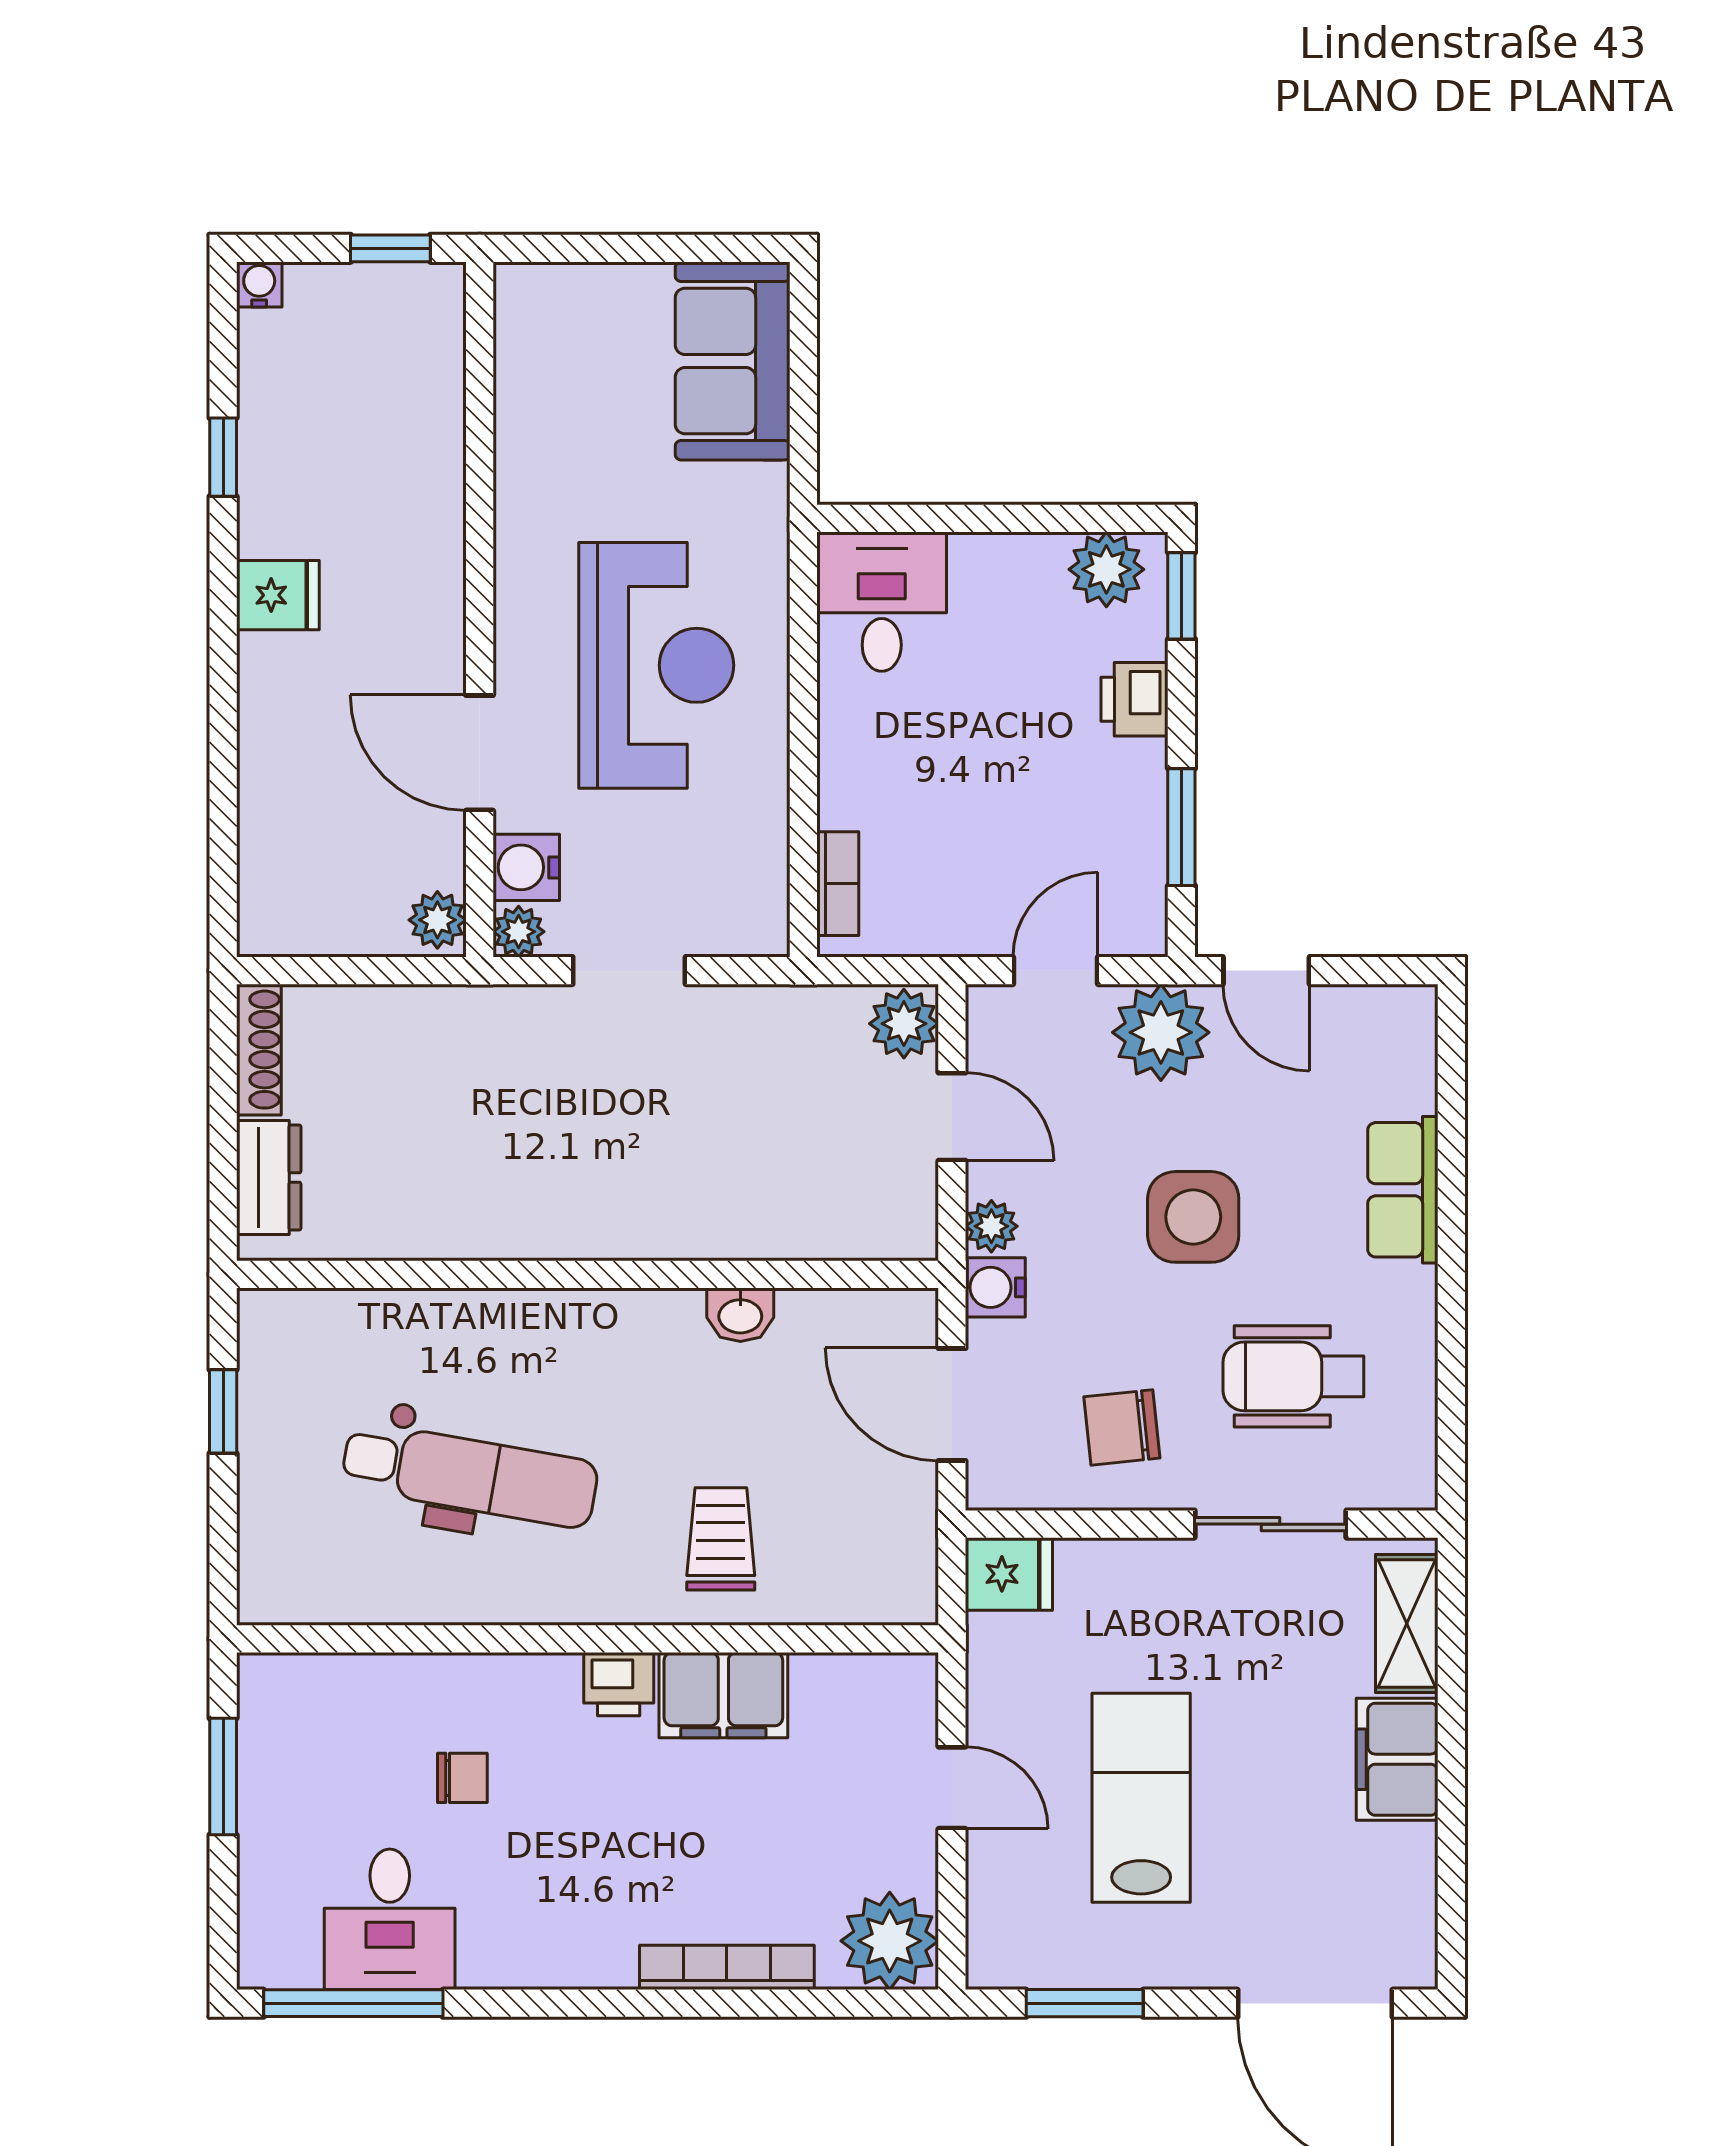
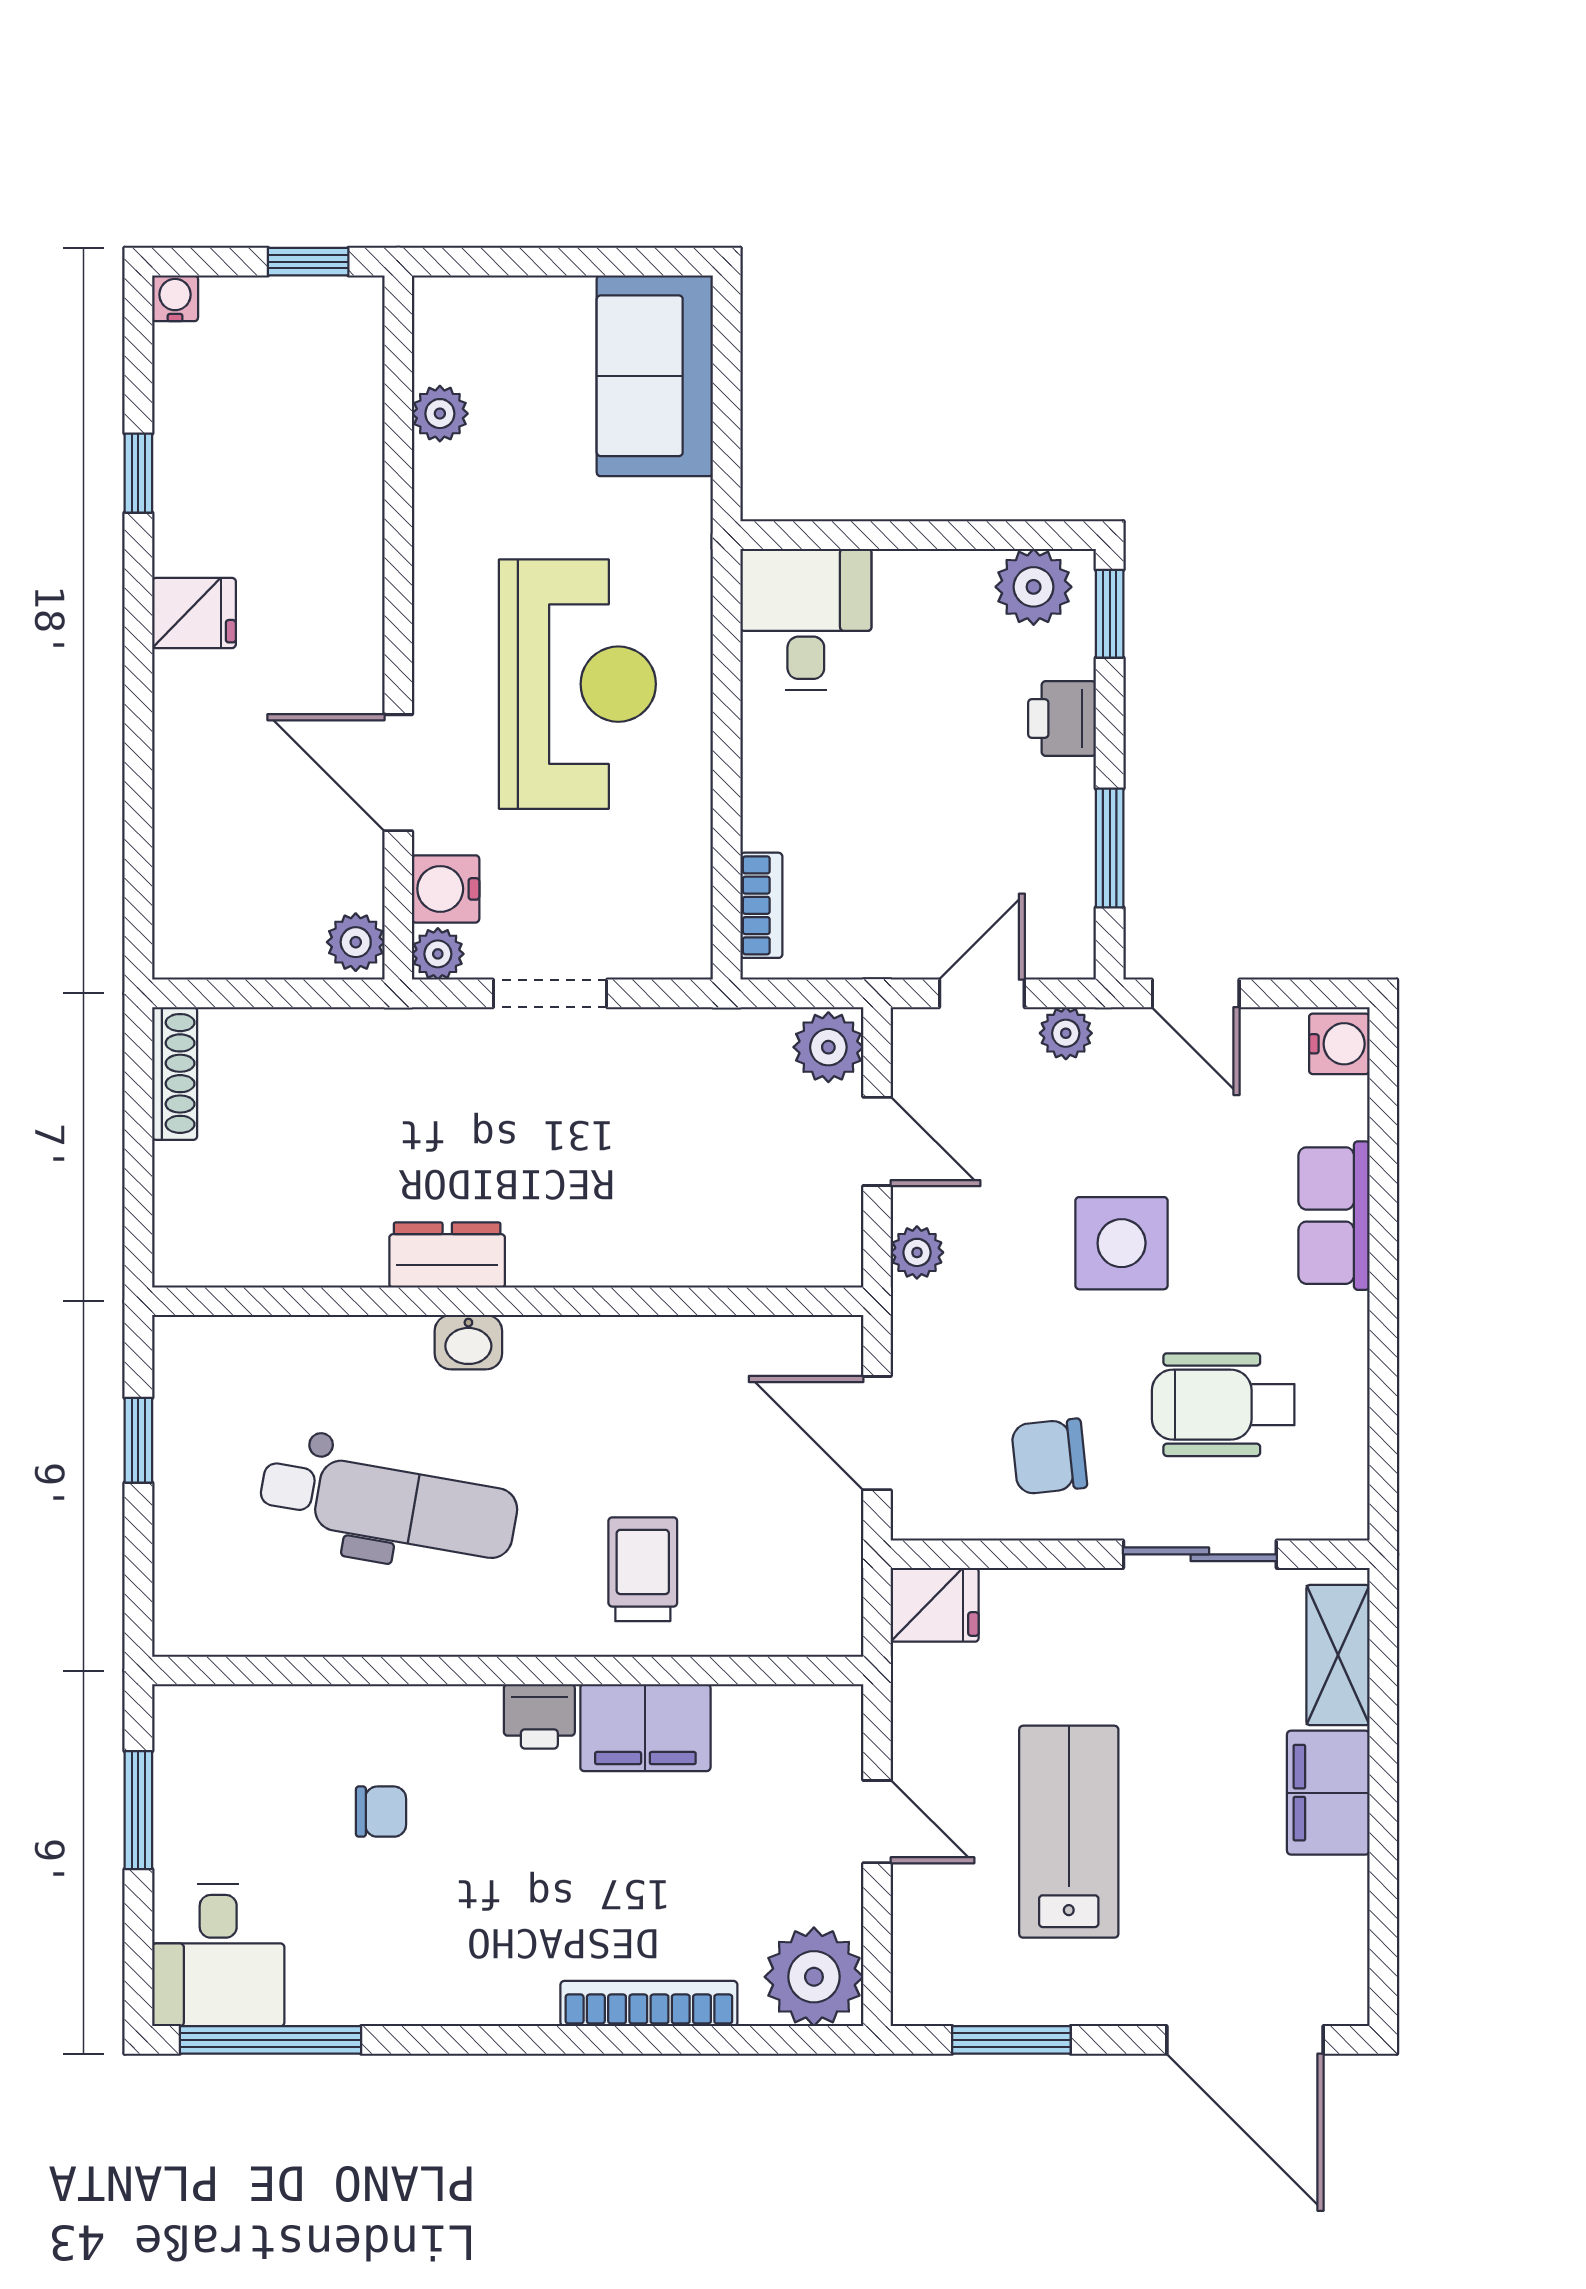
plant: (521, 398) -> (440, 414), added
plant: (1161, 1032) -> (1066, 1033), width x0.53, depth x0.53
dresser: (269, 1178) -> (447, 1255), moved, turned -90
water cooler: (995, 1287) -> (1339, 1044), moved, turned 180
washbasin: (740, 1315) -> (468, 1342), moved
desk: (390, 1919) -> (218, 1955), moved

